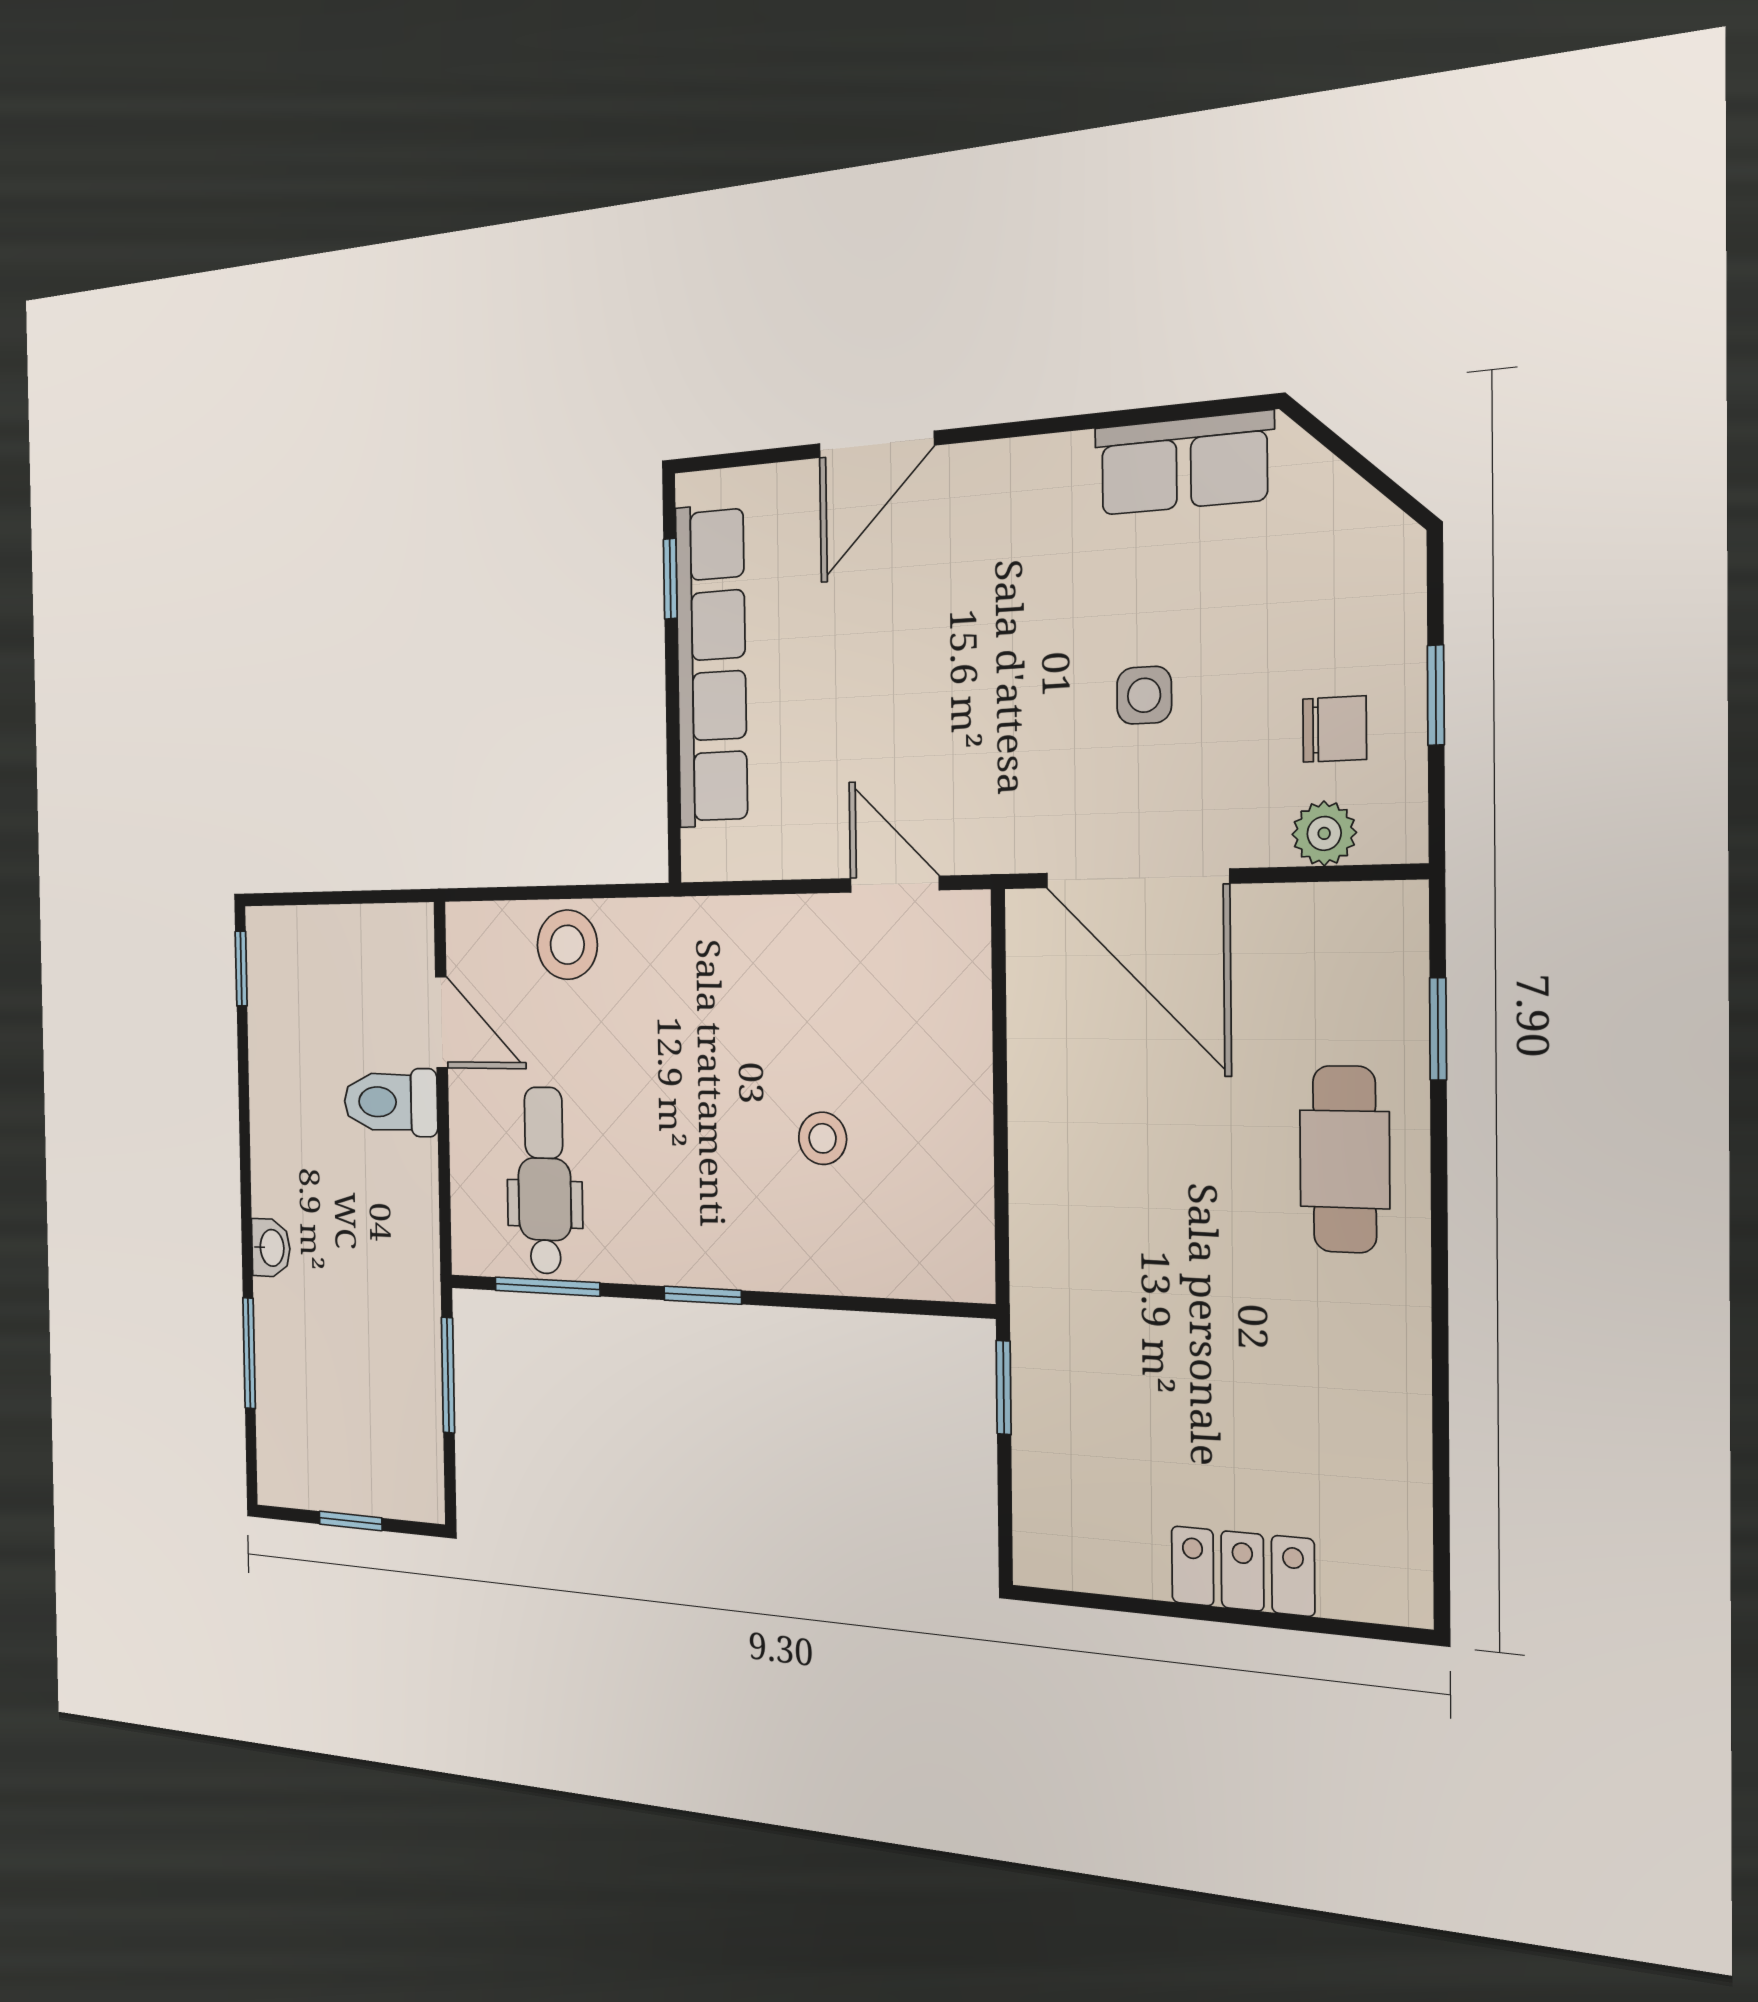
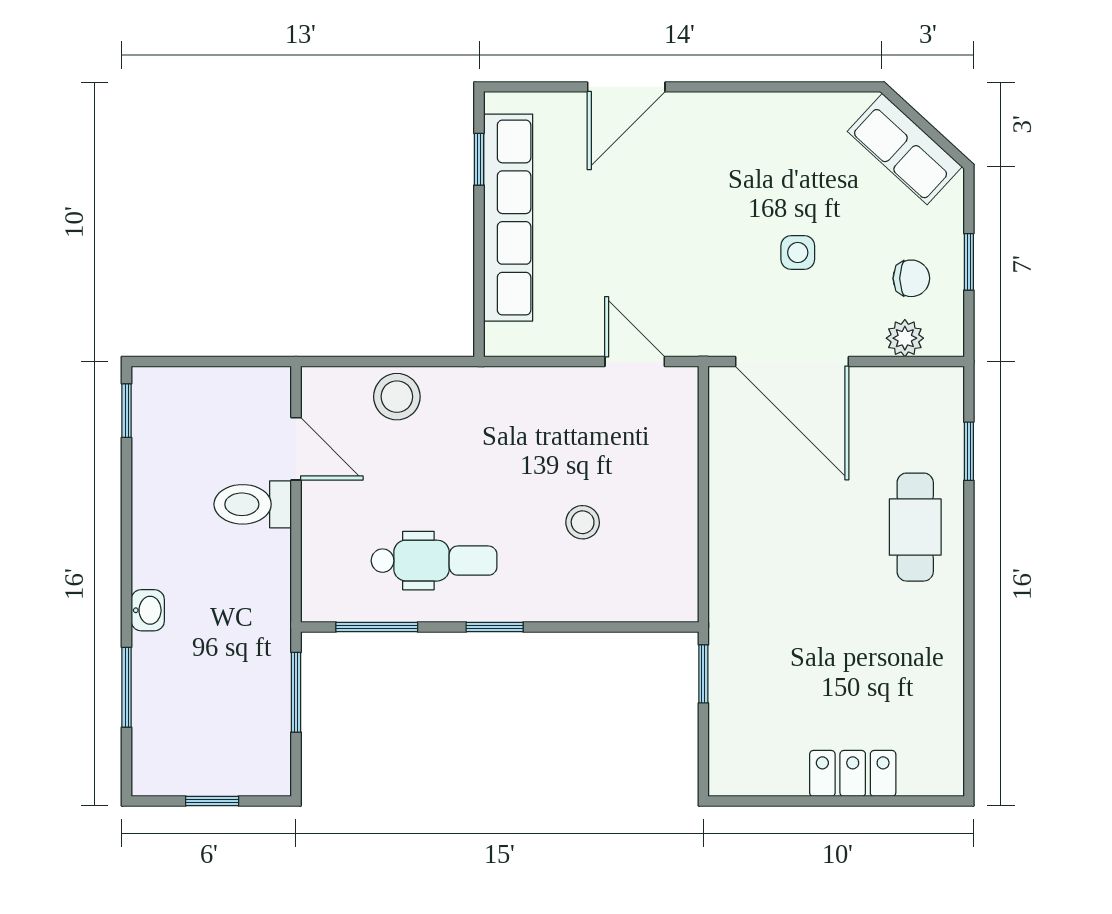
row of seats: (1184, 463) -> (905, 149), moved, turned 43
dental chair: (544, 1181) -> (434, 561), moved, turned 90

